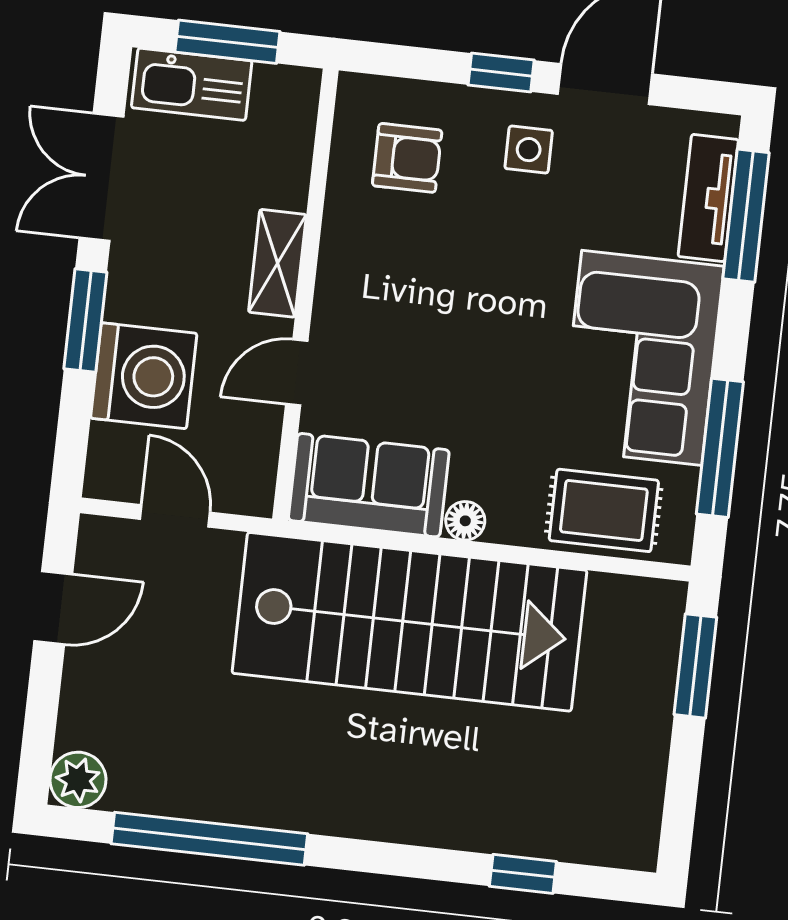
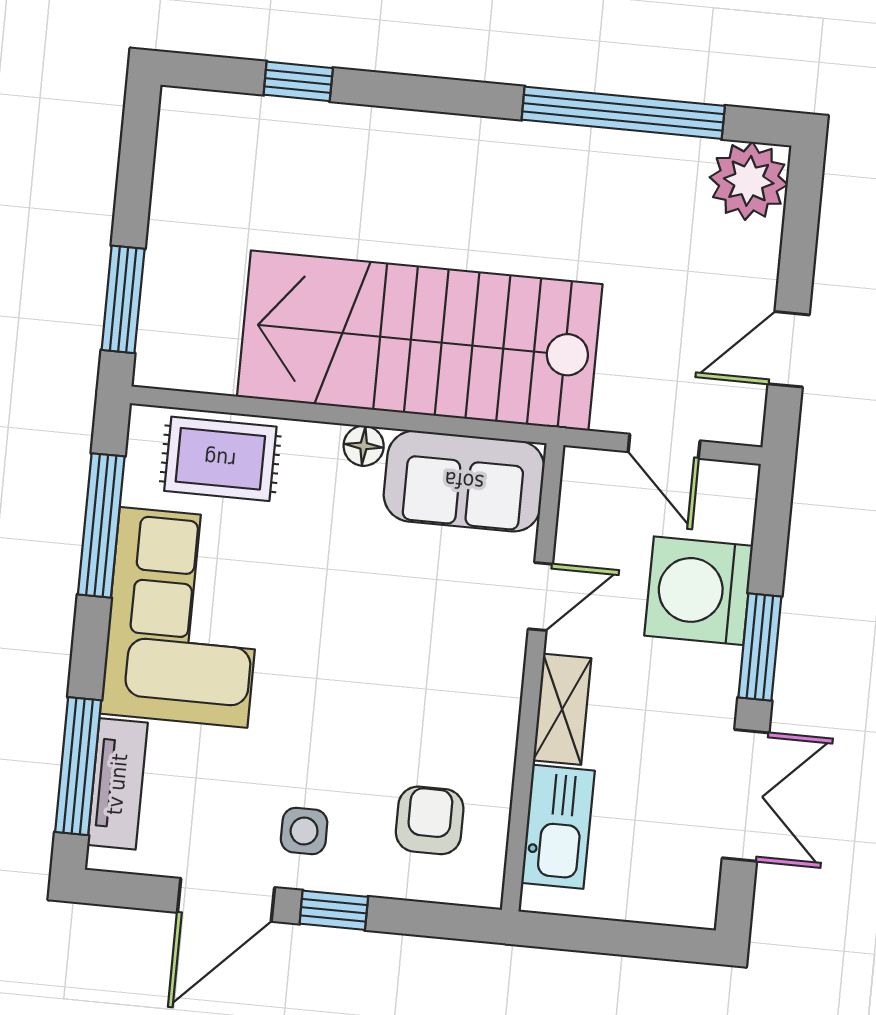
window: (227, 42) -> (618, 938), removed
kitchen sink: (192, 84) -> (558, 827), moved, turned 90
armchair: (407, 158) -> (430, 820), turned 90
plant: (78, 780) -> (749, 181), width x1.36, depth x1.36

